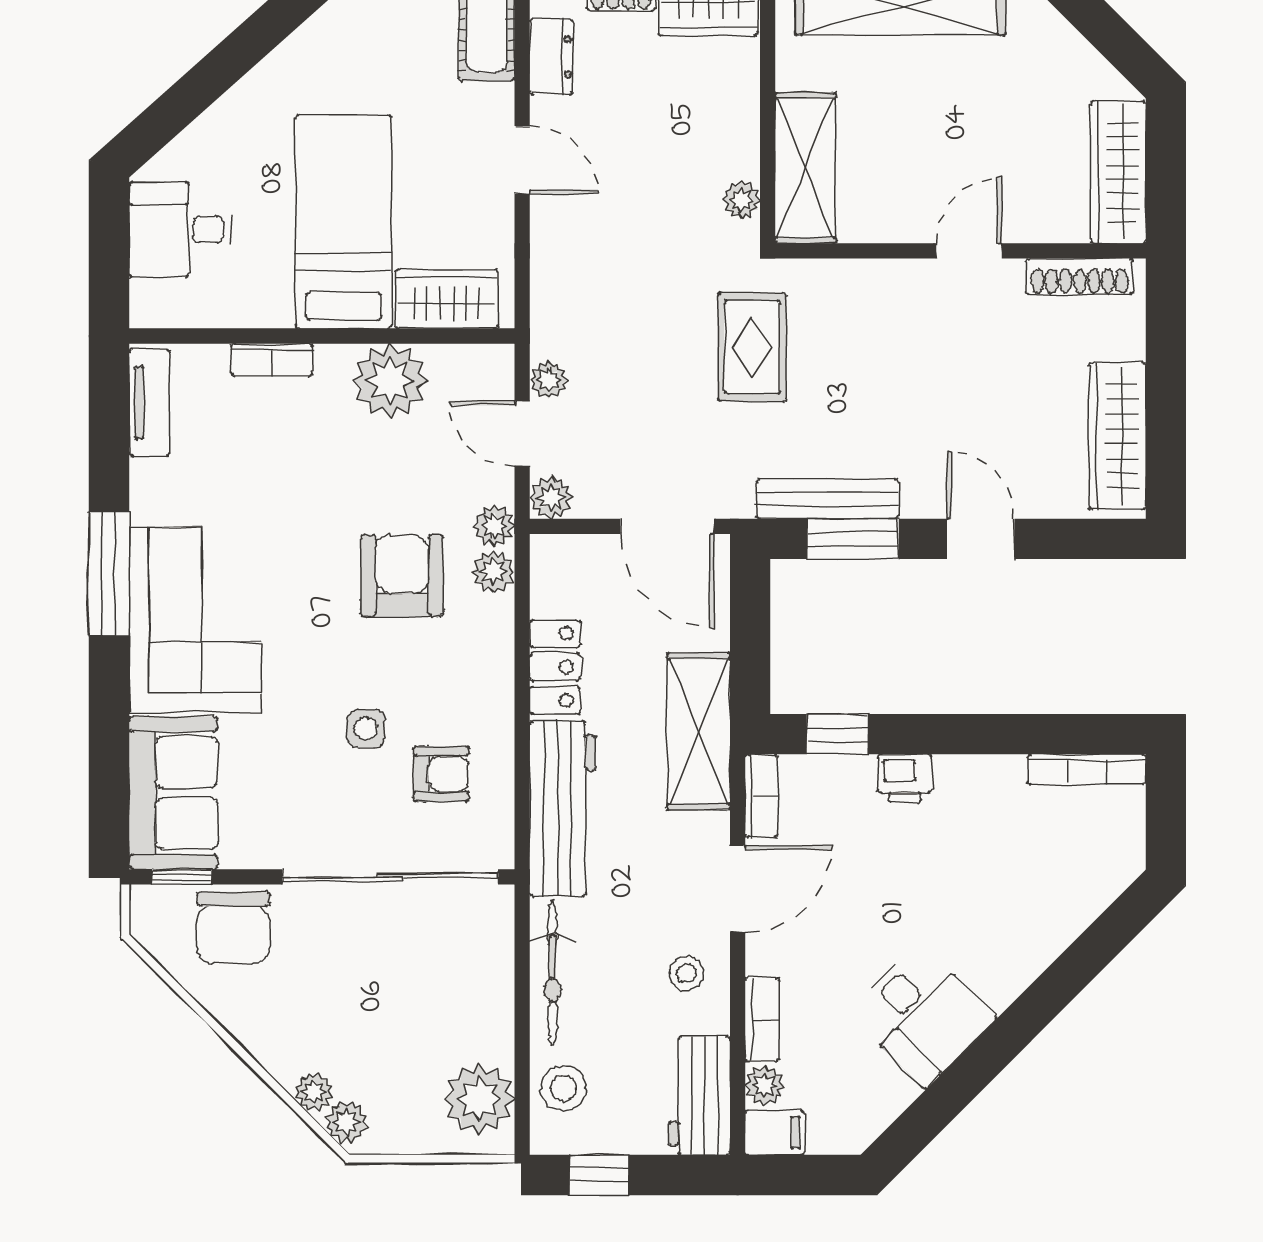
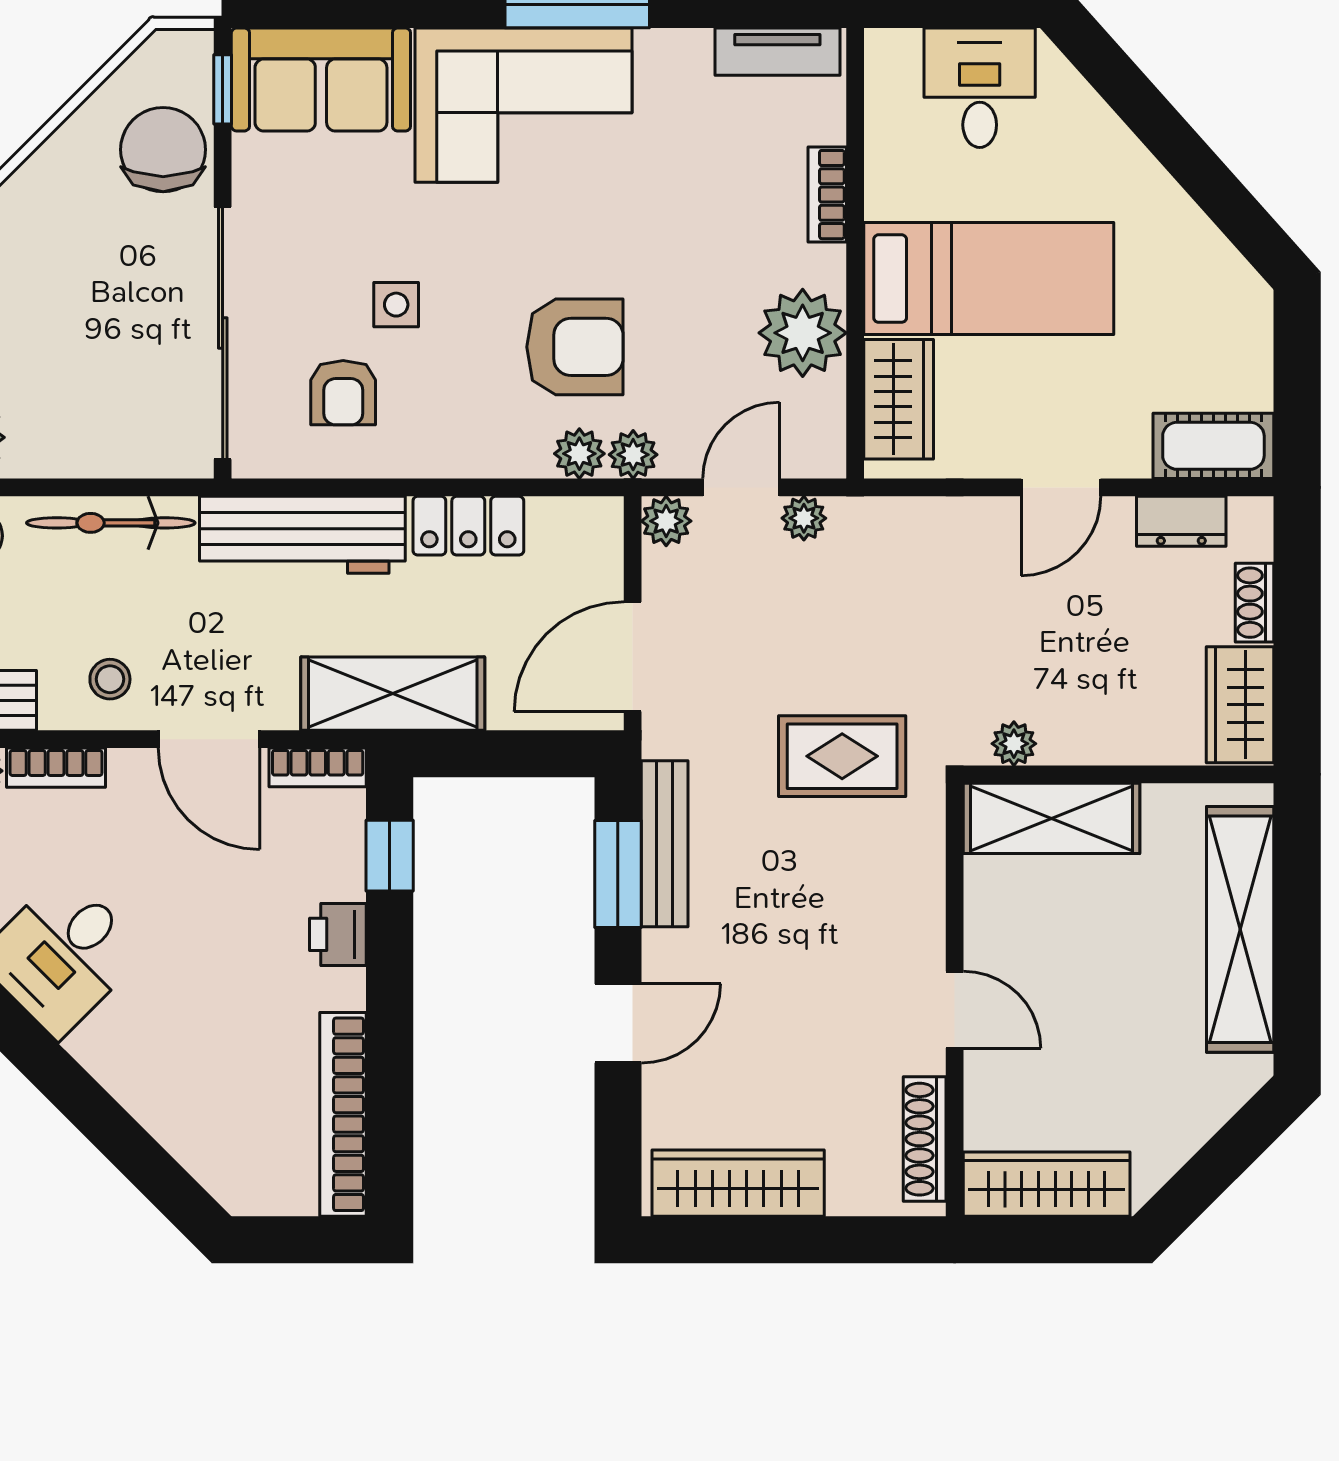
bookcase: (1087, 769) -> (343, 1114), width x1.48, depth x1.31
chair: (233, 928) -> (163, 150), turned 90

